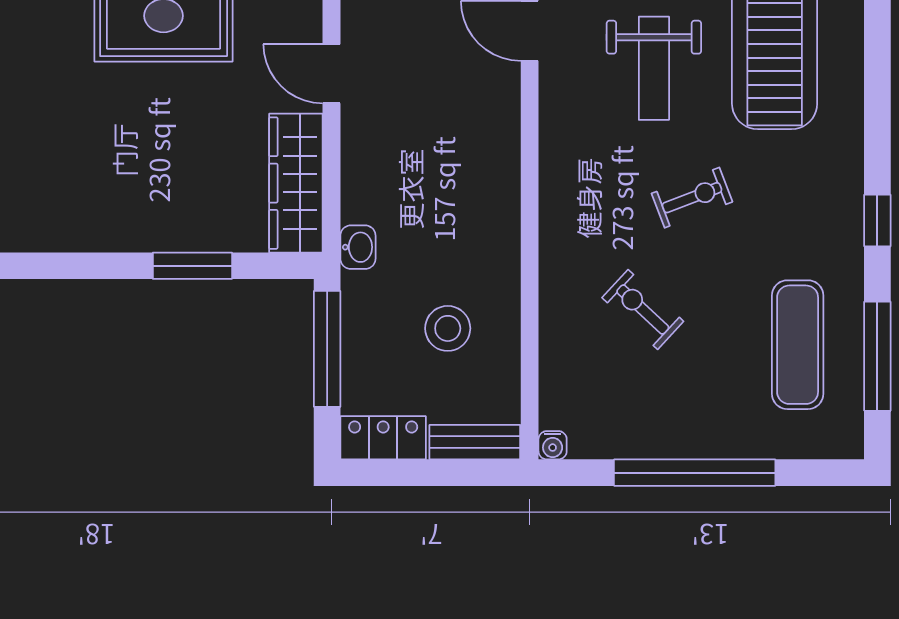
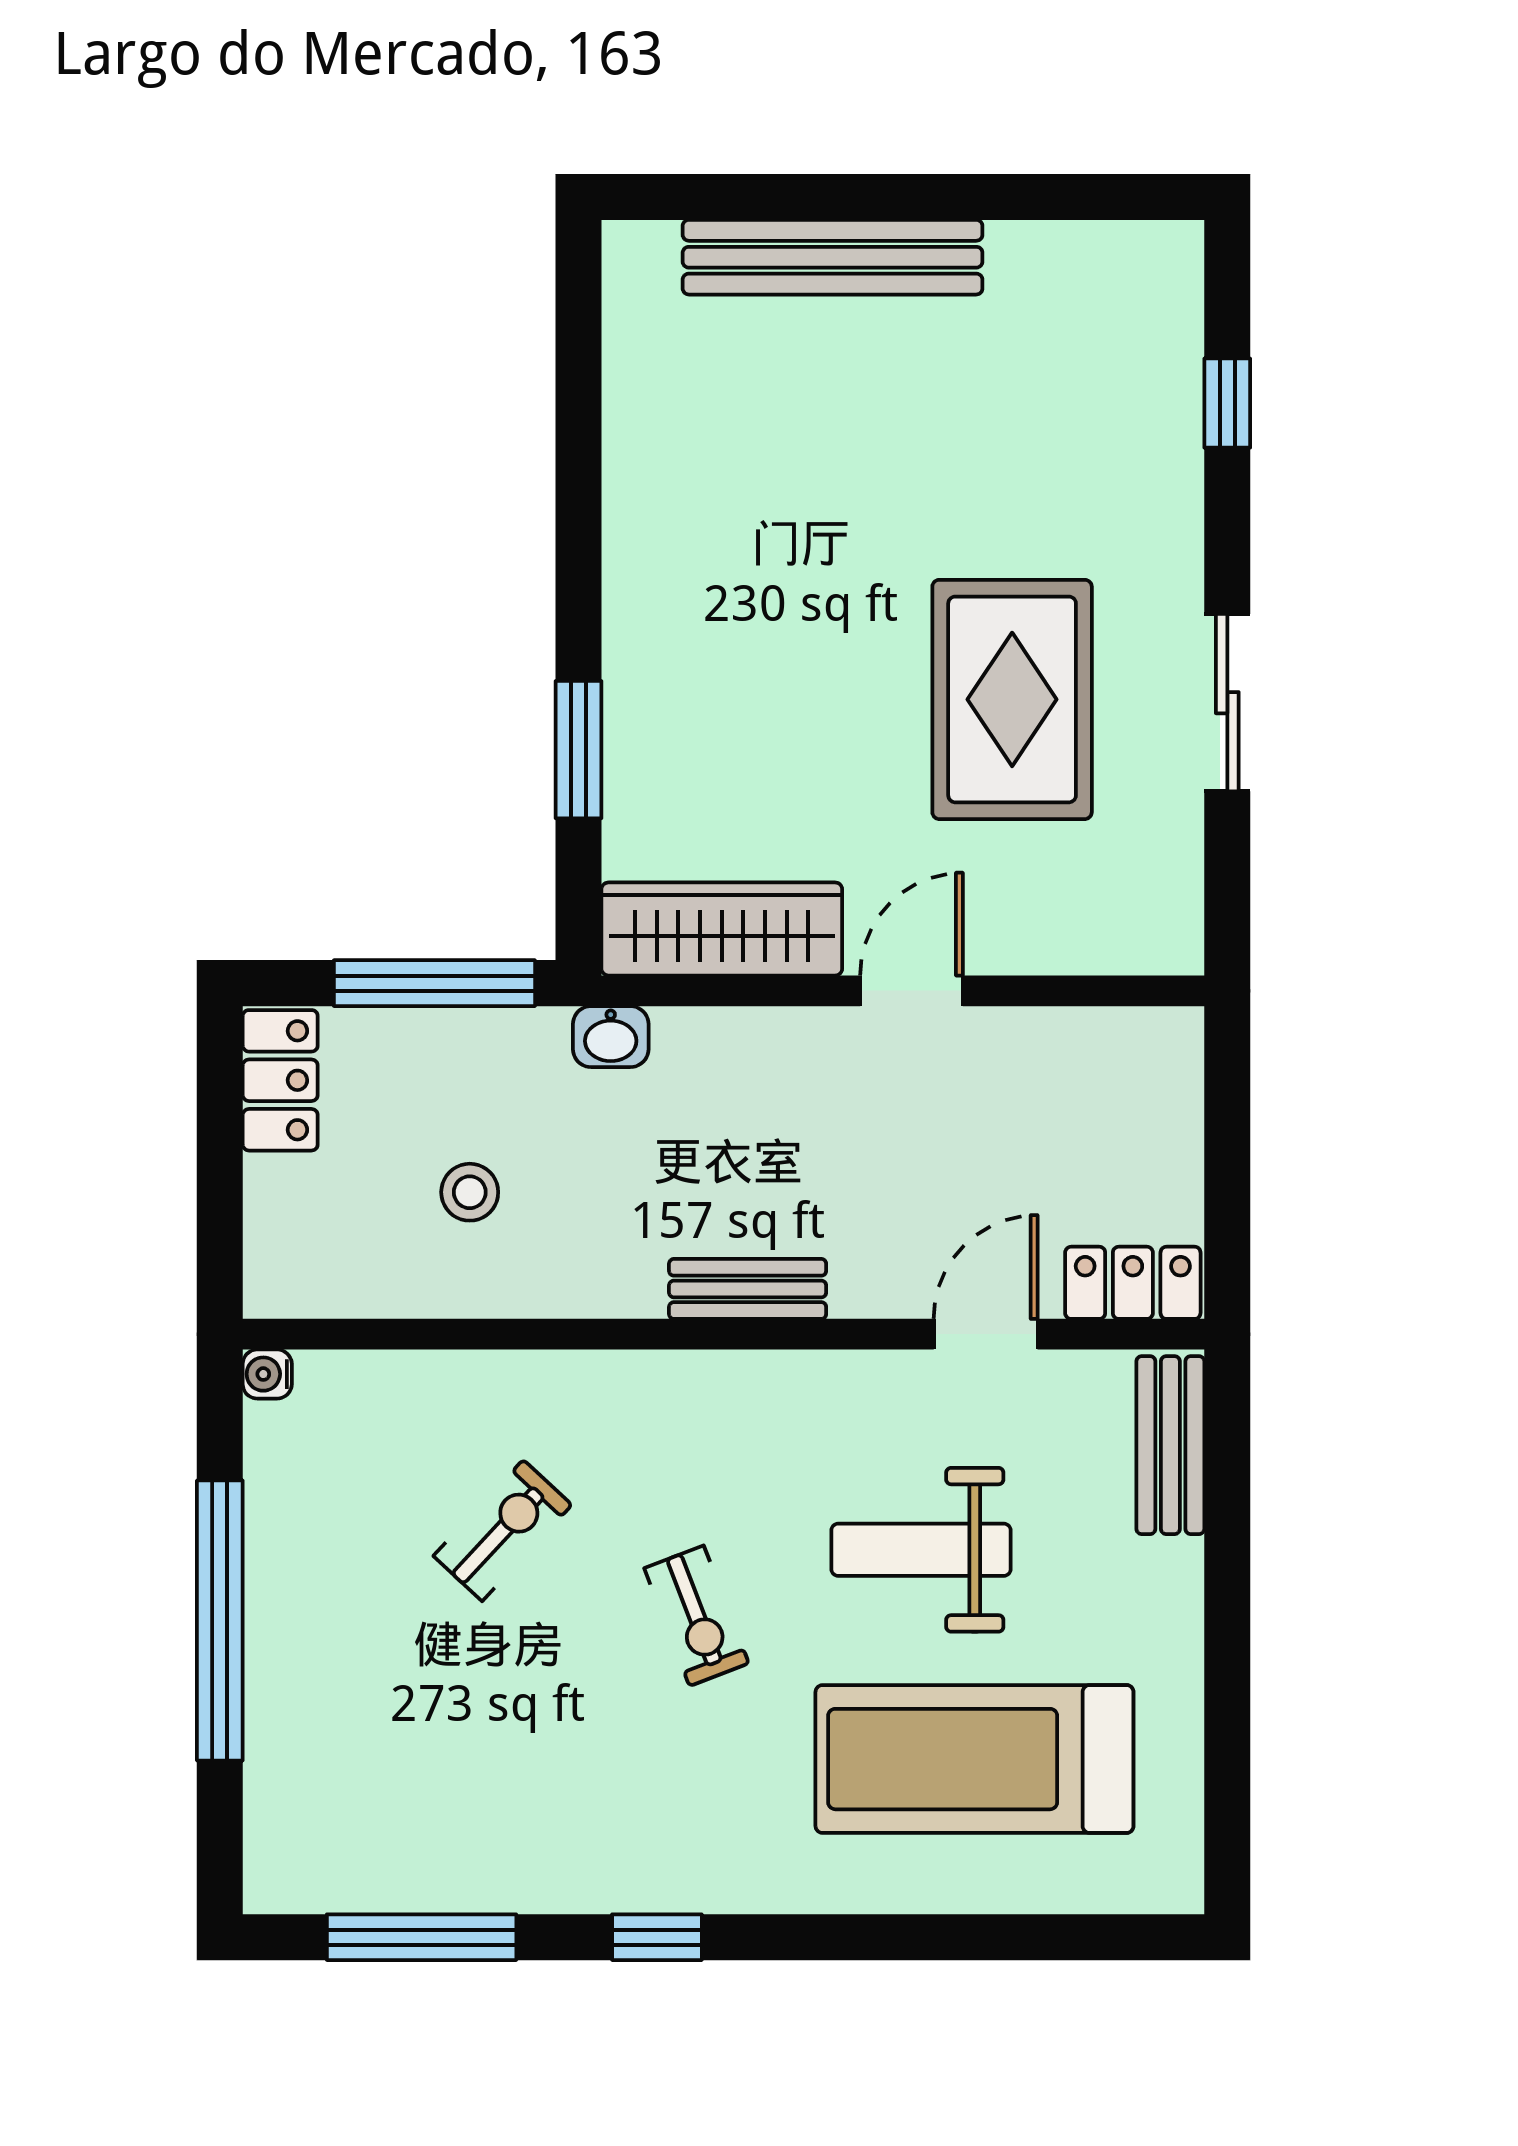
stool: (448, 328) -> (470, 1192), width x0.73, depth x0.73
exercise mat: (798, 345) -> (442, 1799), removed
bench: (475, 442) -> (748, 1289), moved, turned 90

